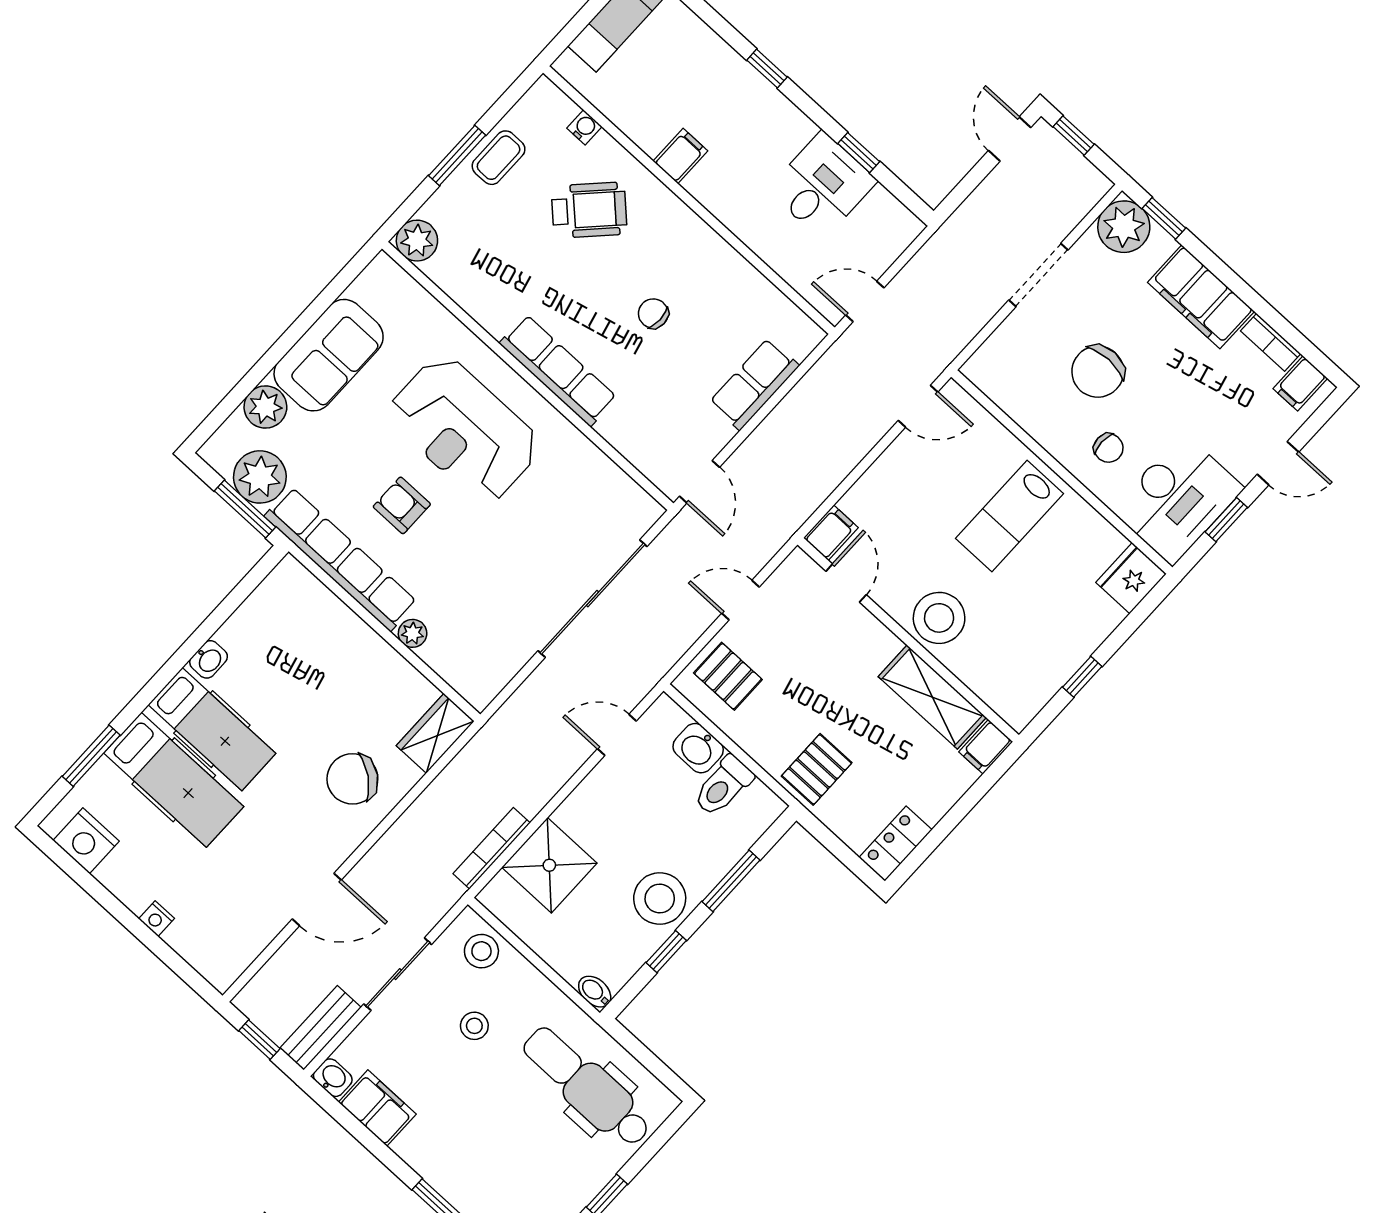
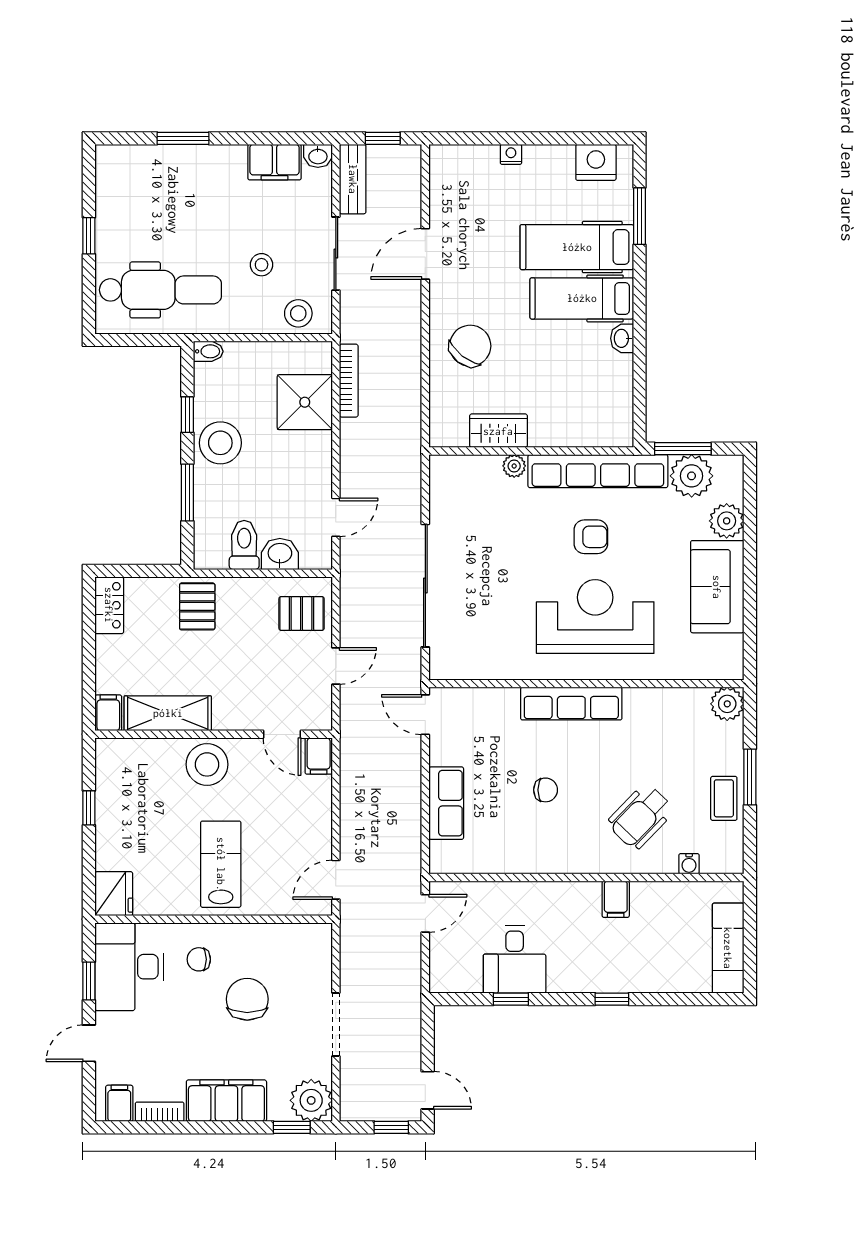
wardrobe: (435, 733) -> (498, 431), moved, turned -90

